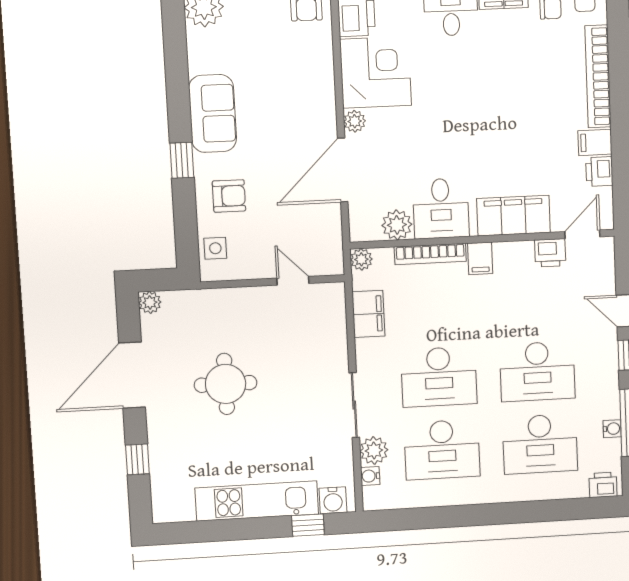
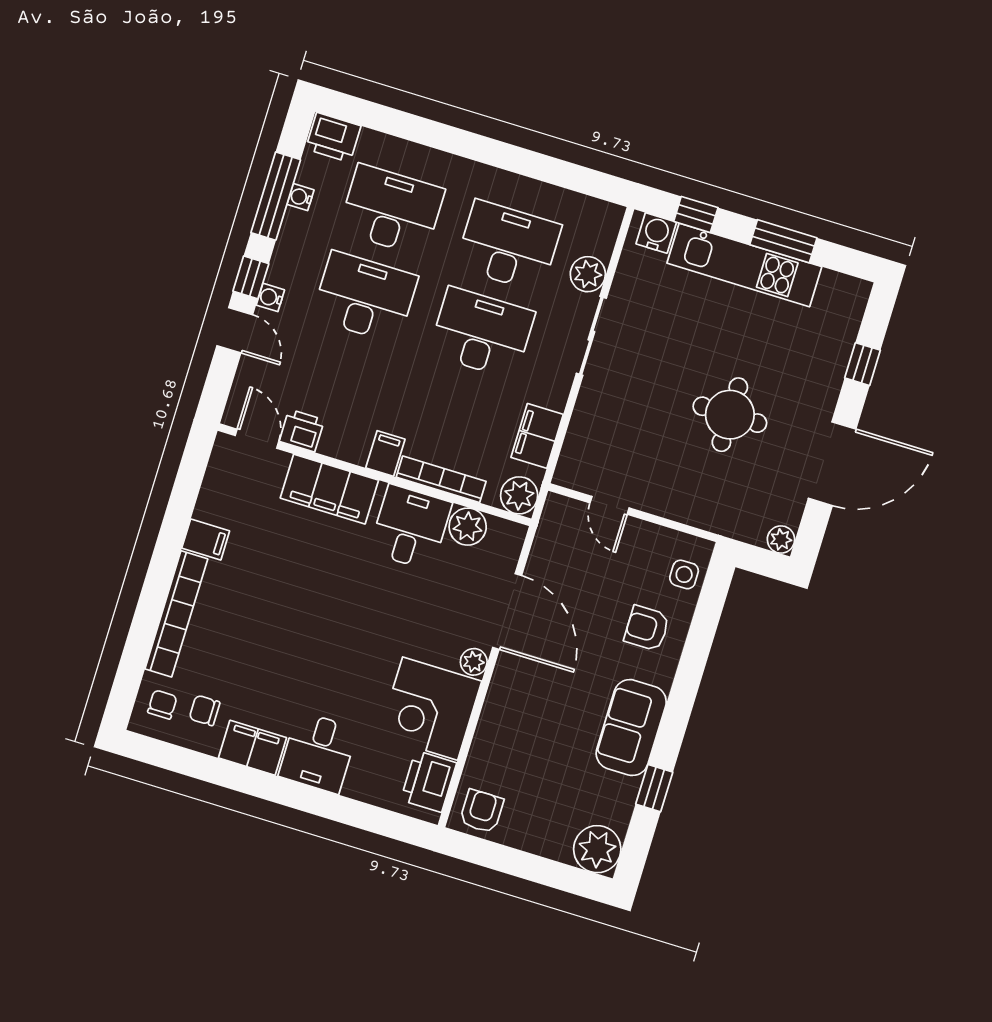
window: (182, 160) -> (654, 788), moved
door: (343, 170) -> (507, 612), hinge flipped
printer: (599, 172) -> (212, 504), removed
door: (582, 234) -> (257, 439), swing flipped
plant: (361, 259) -> (519, 495), width x1.38, depth x1.38
water cooler: (370, 476) -> (270, 297), moved, turned 180
printer: (603, 485) -> (333, 137), width x1.36, depth x1.24
window: (233, 530) -> (783, 241), added

